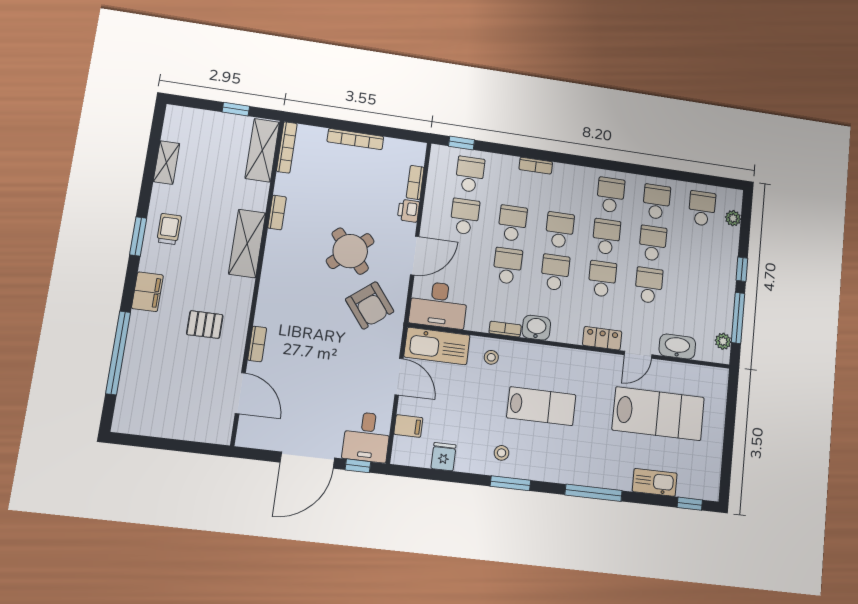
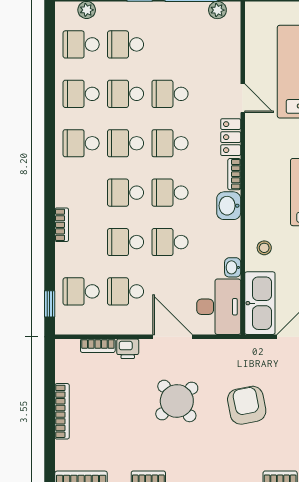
school desk: (698, 250) -> (126, 44), added
armchair: (370, 305) -> (247, 405), moved, turned -63
bookcase: (505, 329) -> (234, 174), moved
washbasin: (677, 347) -> (233, 267), moved, width x0.52, depth x0.69

